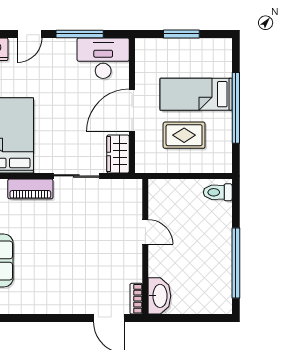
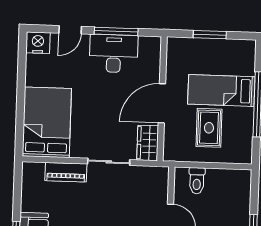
desk: (103, 58) -> (114, 54), moved
rug: (184, 135) -> (209, 128), turned 90
toilet: (218, 192) -> (197, 181), moved, turned -90

